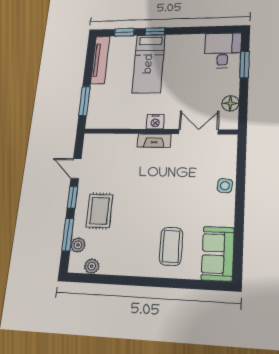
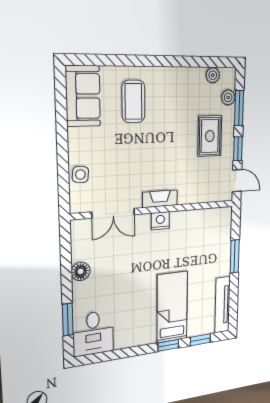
nightstand: (155, 122) -> (160, 221), moved
wall: (159, 131) -> (155, 210), moved
double door: (198, 132) -> (113, 213), moved
fireplace: (154, 141) -> (160, 199), moved

